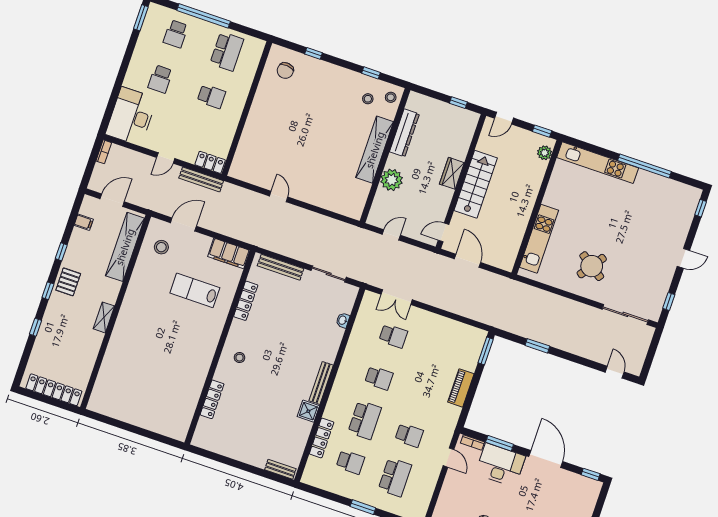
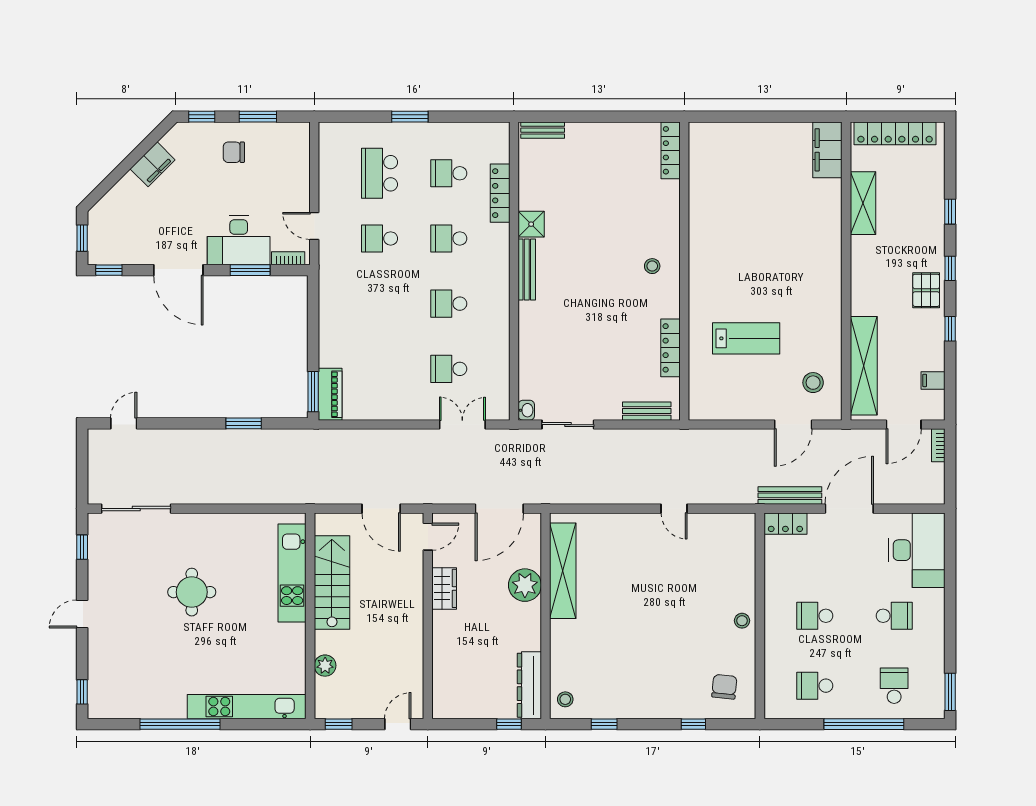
school desk: (227, 51) -> (815, 686), width x0.54
school desk: (160, 79) -> (894, 616), turned 90
stool: (368, 99) -> (742, 621), moved
window: (458, 103) -> (509, 724), moved
dresser: (404, 133) -> (529, 685), moved
shelving: (375, 150) -> (563, 571), moved
bookcase: (104, 152) -> (938, 445), moved
plant: (545, 153) -> (325, 666), moved
door: (166, 158) -> (849, 509), width x1.87
wardrobe: (452, 173) -> (444, 588), moved
stairs: (476, 184) -> (332, 582), moved, turned 180
door: (391, 235) -> (499, 509), width x1.88
filing cabinet: (229, 253) -> (827, 150), moved, turned -90
round table: (592, 266) -> (192, 592), moved, turned -35
bench: (281, 267) -> (647, 411), width x0.73
shelving: (104, 317) -> (863, 203), moved, width x1.50, depth x1.33
washbasin: (343, 320) -> (526, 410), moved
door: (615, 372) -> (124, 423), swing flipped
piano: (461, 388) -> (330, 394), moved
locker: (212, 399) -> (671, 150), moved
school desk: (365, 420) -> (449, 238), width x0.54
window: (601, 501) -> (82, 238), added

